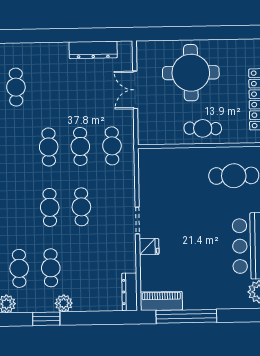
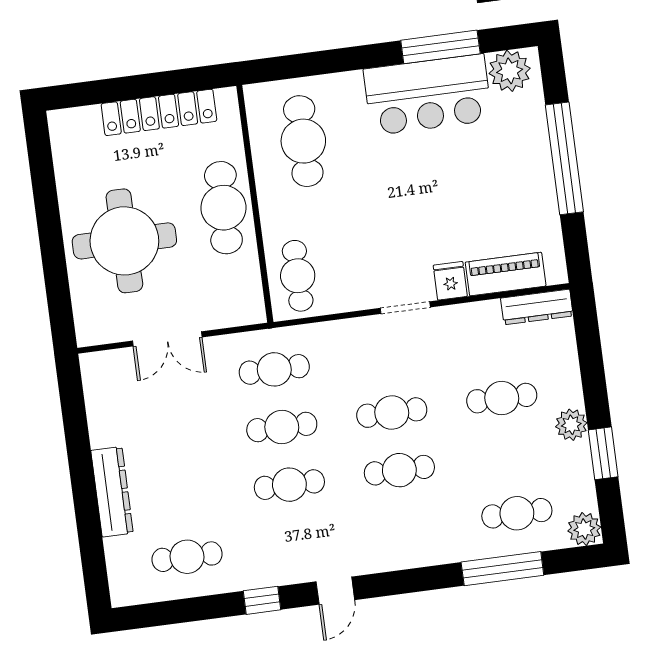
dresser: (93, 50) -> (112, 492), moved
cafe table: (203, 128) -> (223, 208), width x1.37, depth x1.35
cafe table: (161, 164) -> (298, 276), added
cafe table: (51, 268) -> (502, 398), moved
piano: (161, 301) -> (506, 274), moved, turned 90
window: (186, 316) -> (564, 158), moved

